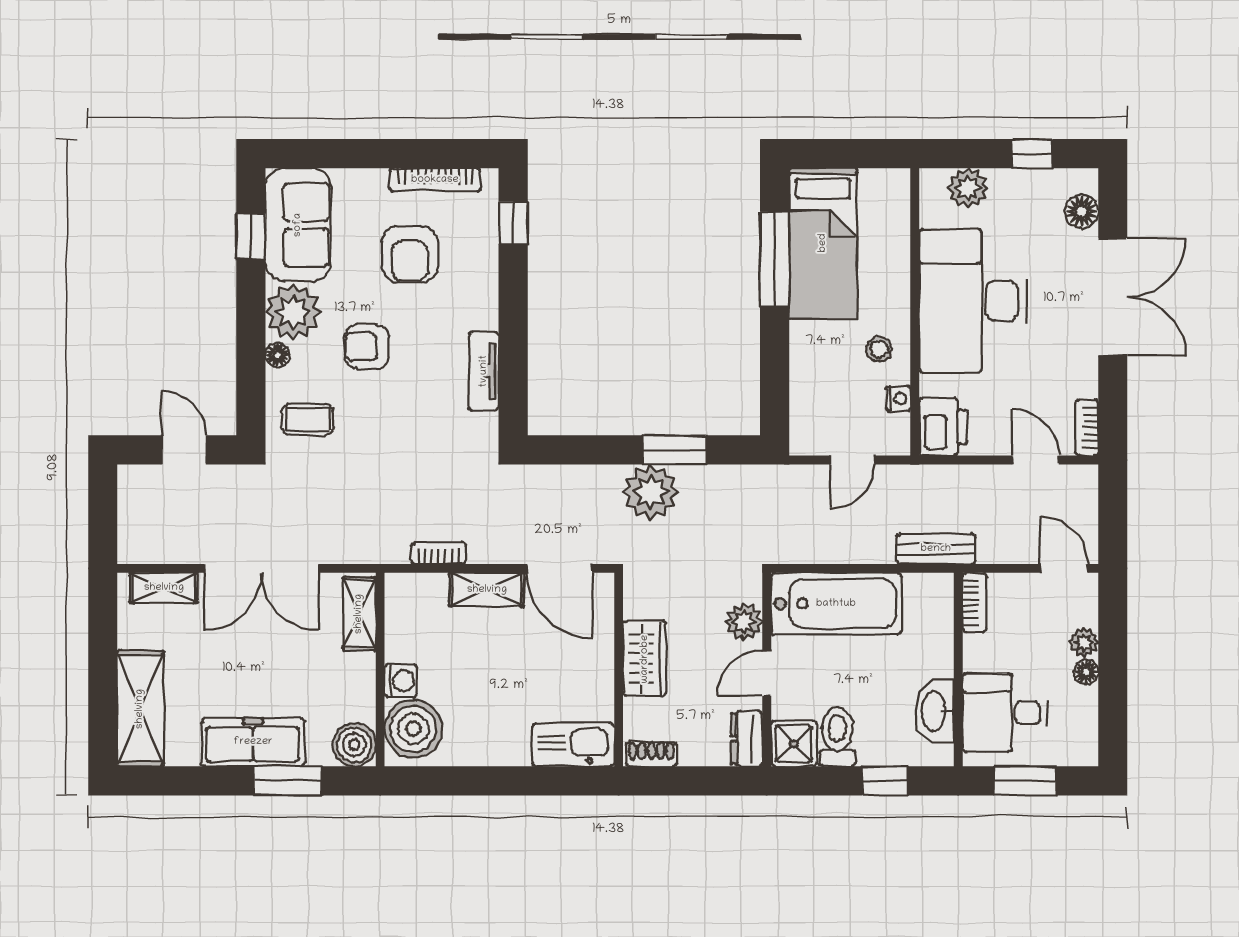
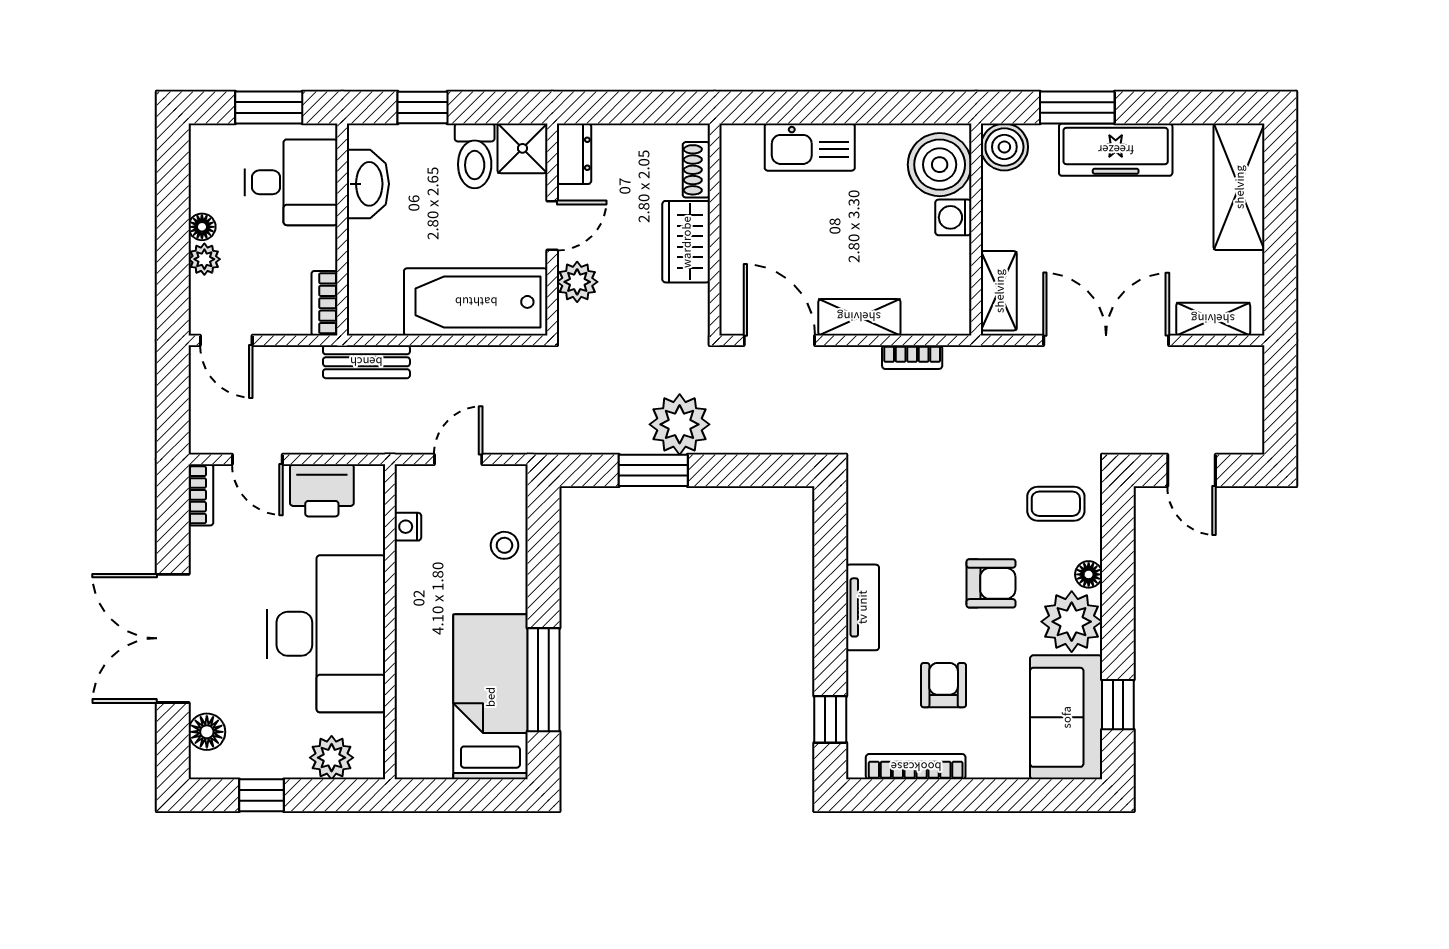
armchair: (410, 254) -> (944, 685), width x0.72, depth x0.72
stool: (879, 349) -> (504, 545), moved
tv unit: (484, 371) -> (862, 607), moved
printer: (943, 427) -> (322, 490), moved, turned -90
kitchen sink: (573, 745) -> (810, 147), moved
shoe rack: (651, 754) -> (696, 170), moved, turned 90

